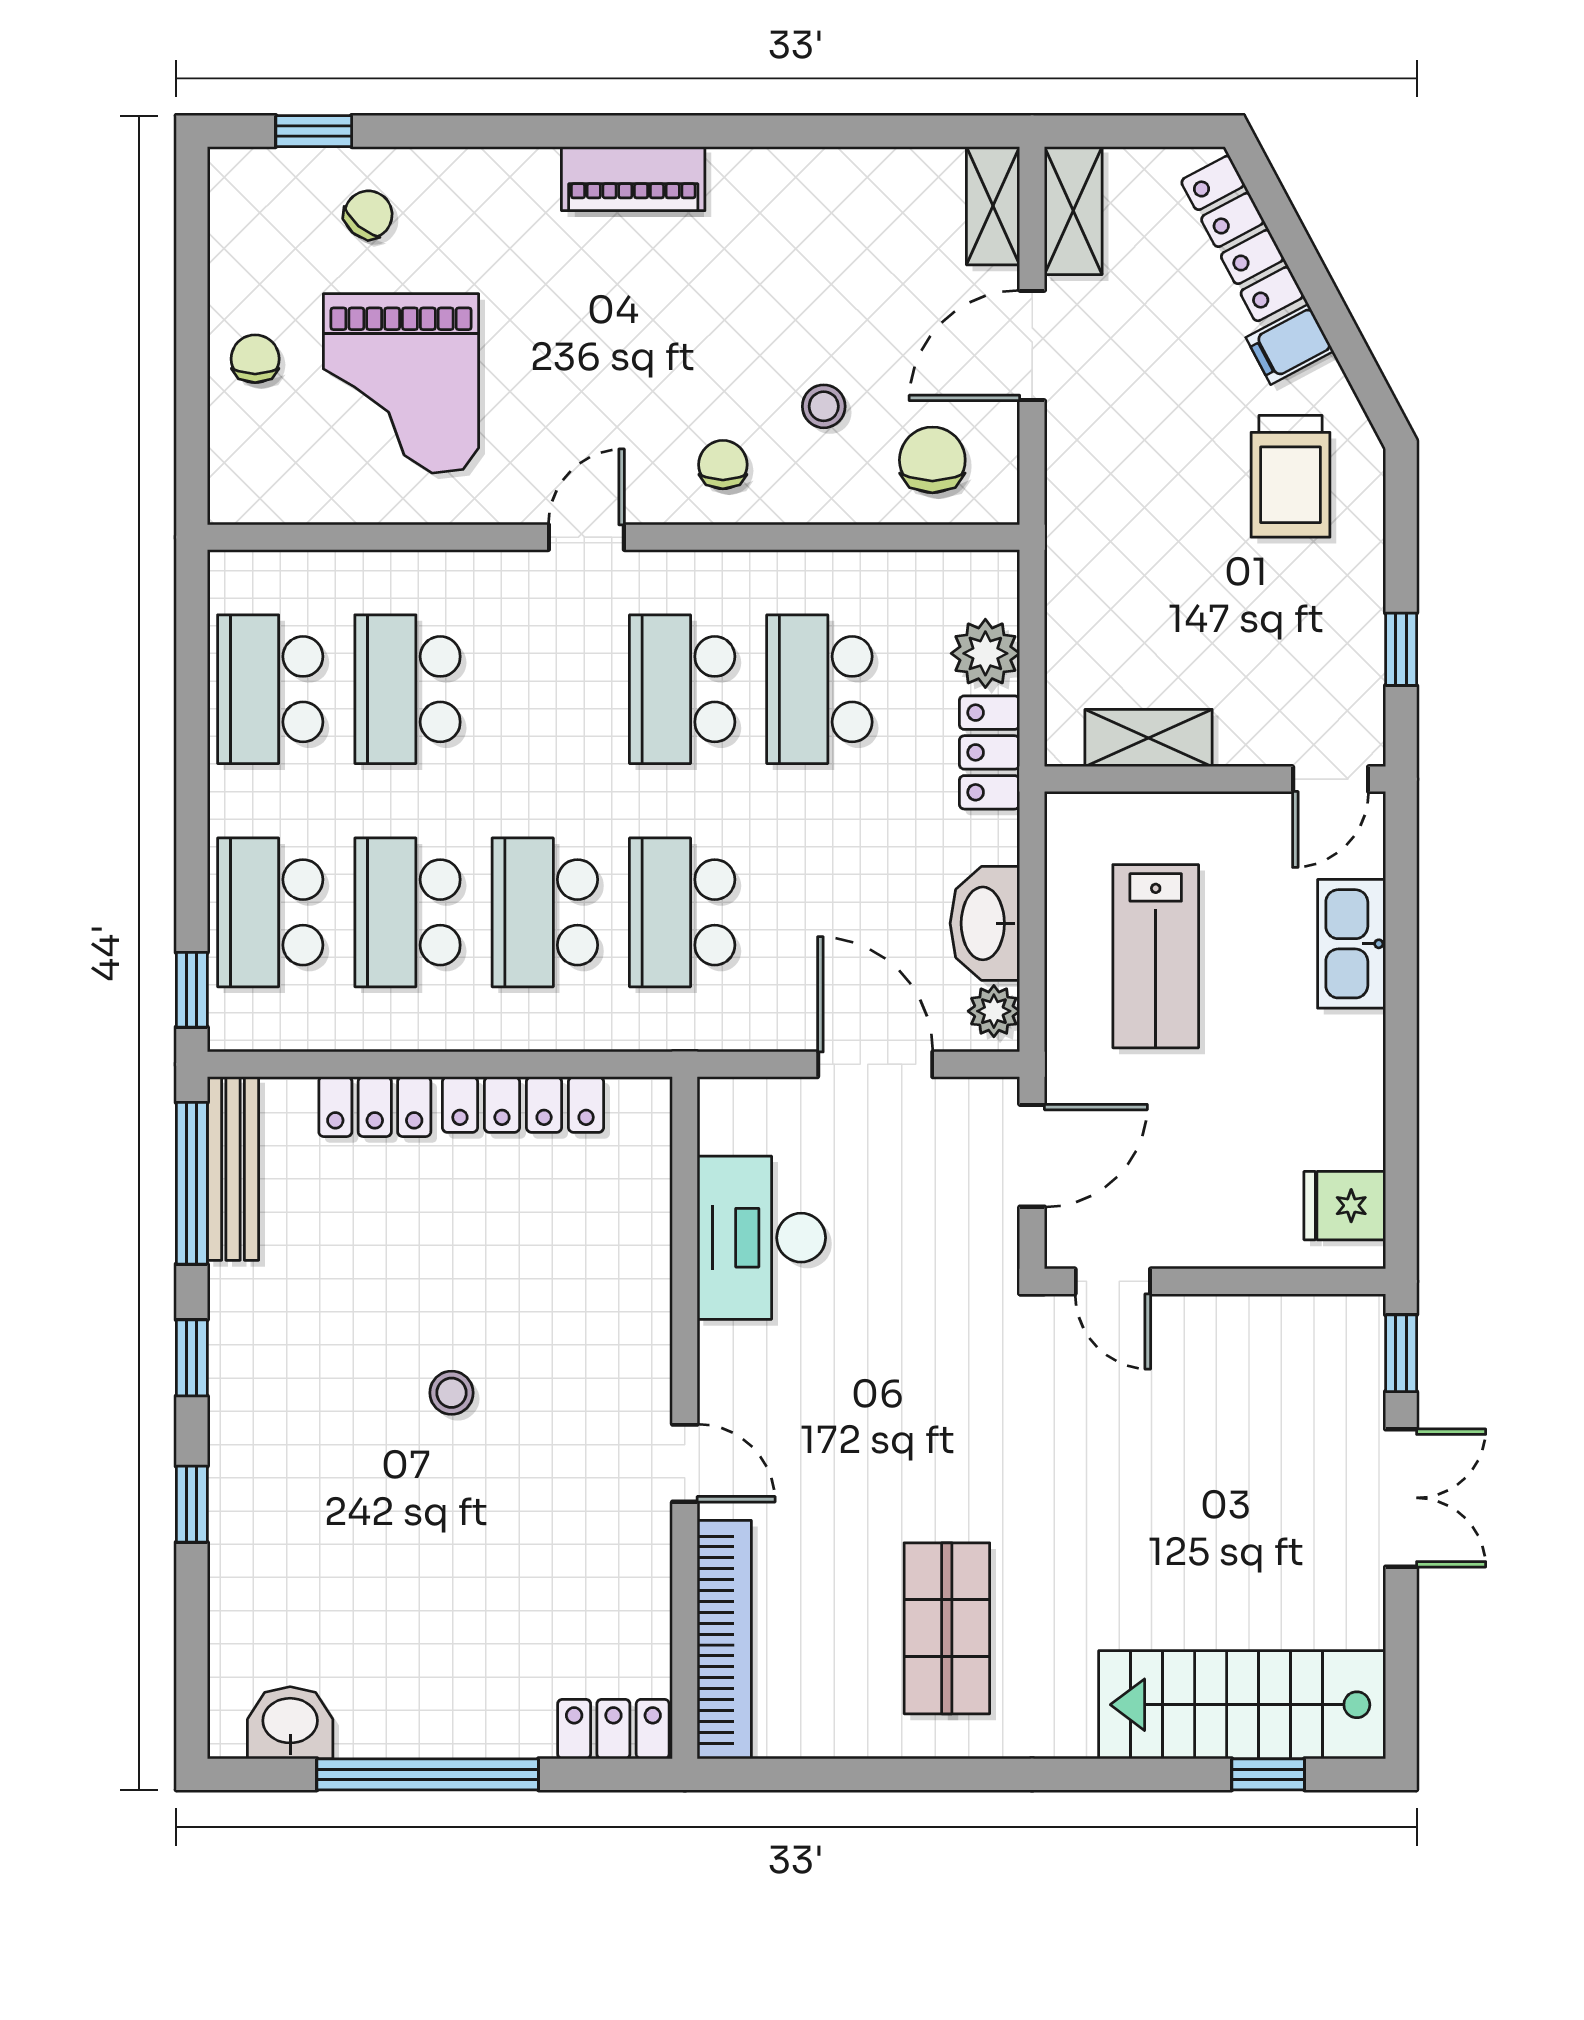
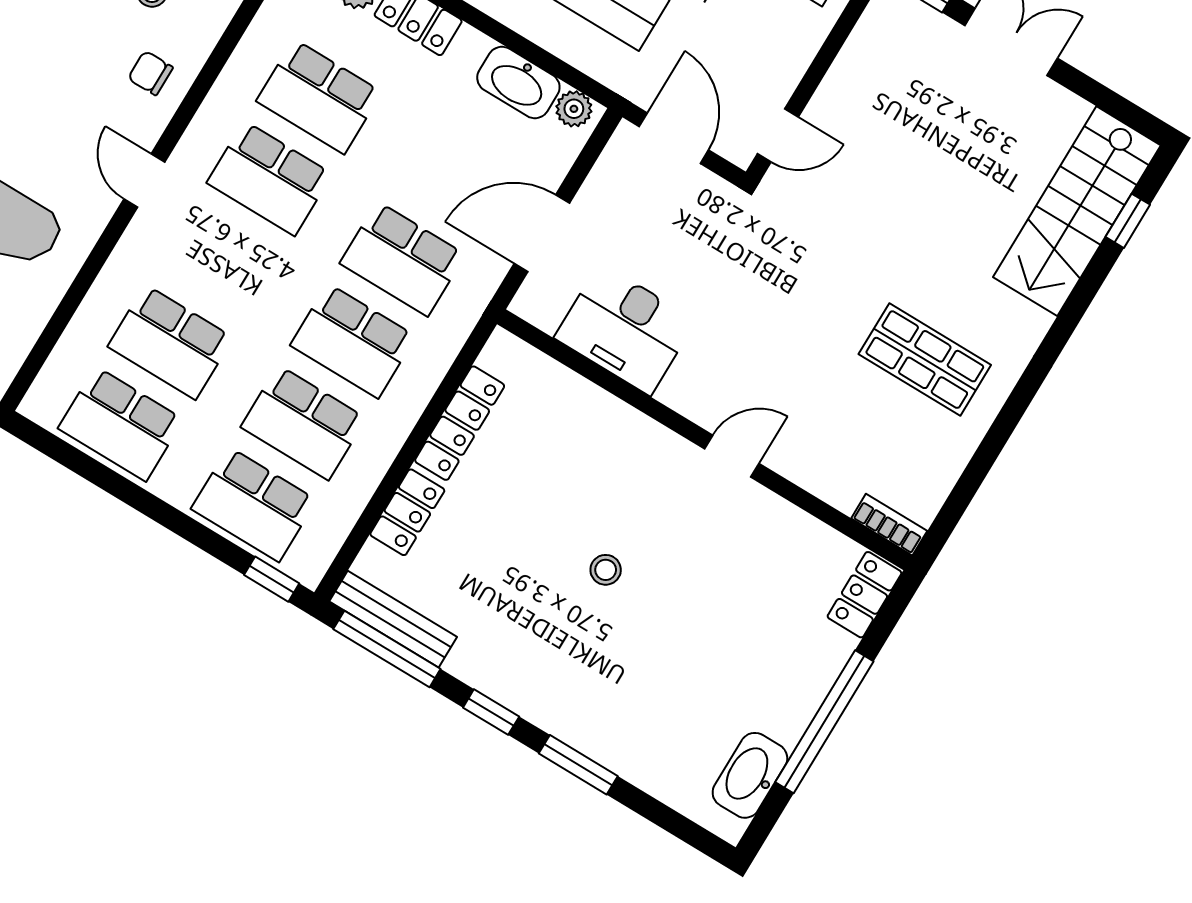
door: (875, 1064) -> (542, 233), moved
window: (192, 1504) -> (578, 765), width x1.50
bookcase: (724, 1640) -> (889, 525), width x0.43, depth x0.76
washbasin: (290, 1723) -> (750, 775), width x1.38

